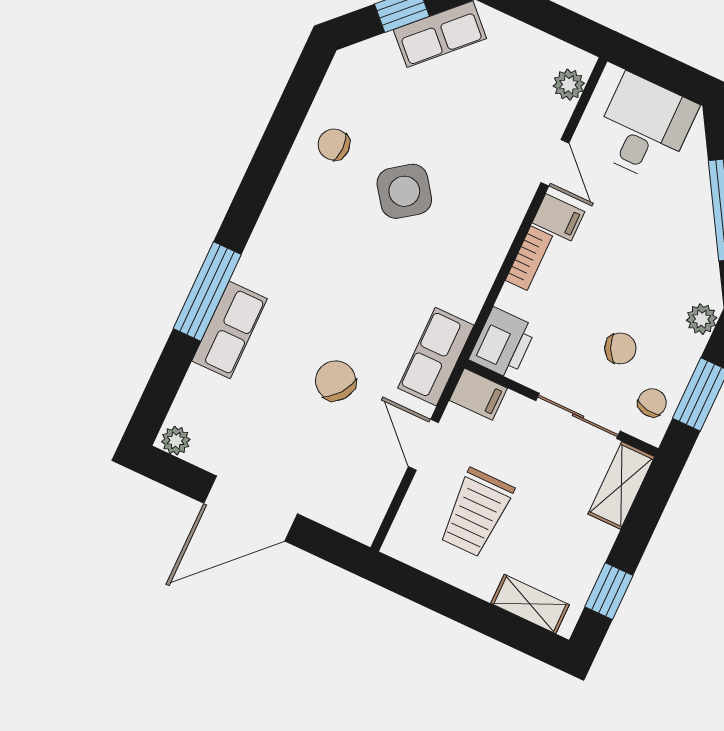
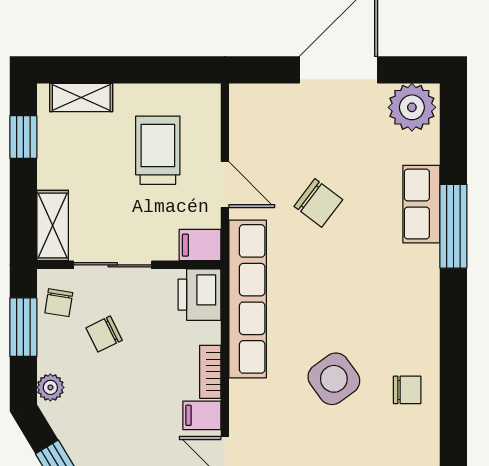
row of seats: (436, 357) -> (248, 299), width x2.02
plant: (176, 441) -> (412, 107), width x1.88, depth x1.88

